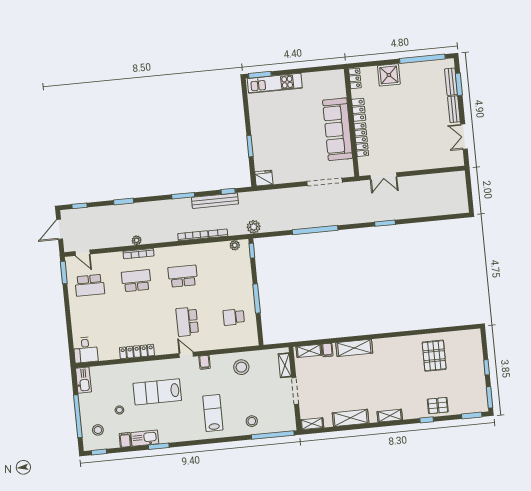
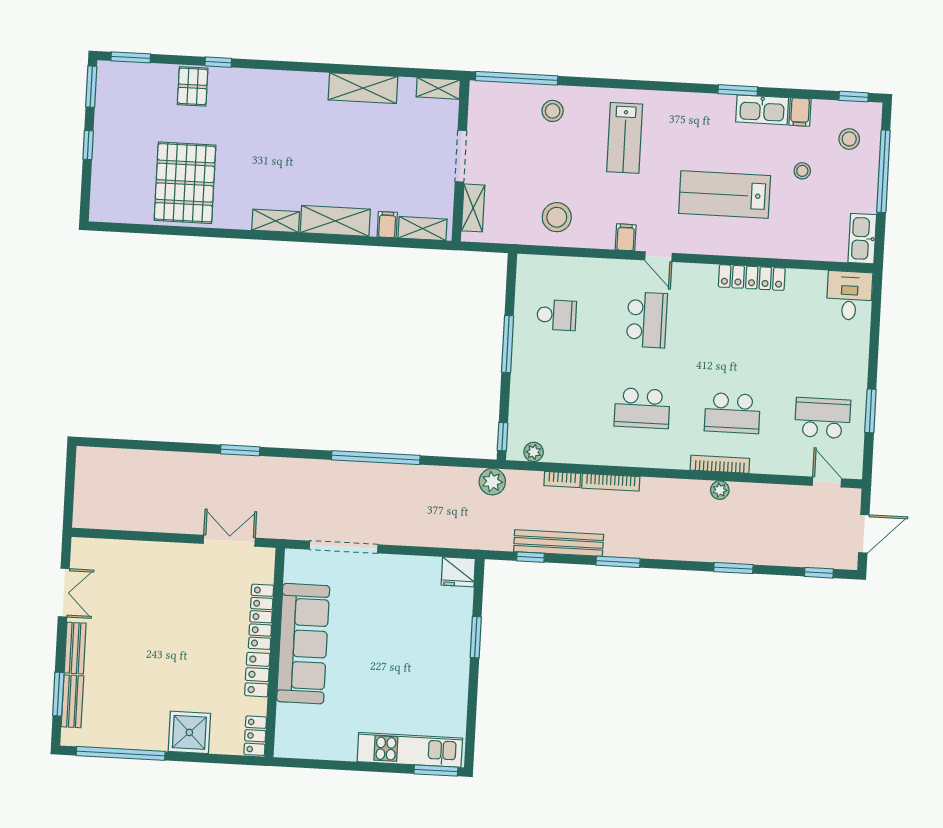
window: (64, 273) -> (870, 411), moved
pallet: (434, 356) -> (185, 183), width x1.37, depth x1.41
lab bench: (157, 392) -> (725, 194), turned 180
pallet: (438, 406) -> (193, 86), turned 90
shelving: (390, 416) -> (276, 221), moved

